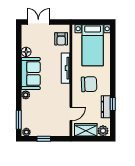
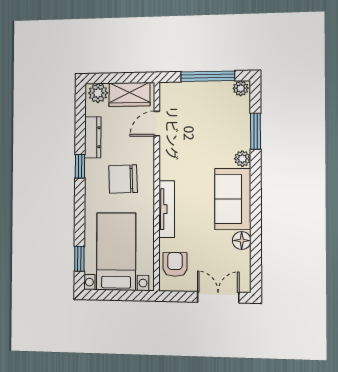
double door: (38, 22) -> (218, 297), swing flipped
window: (113, 41) -> (79, 259), added
window: (113, 104) -> (80, 166), moved
window: (19, 120) -> (256, 131), moved
window: (44, 139) -> (208, 76), width x2.17

